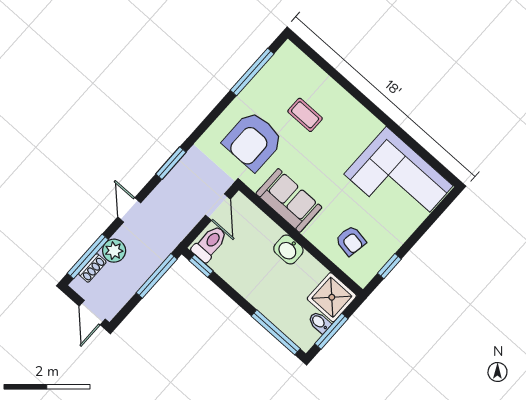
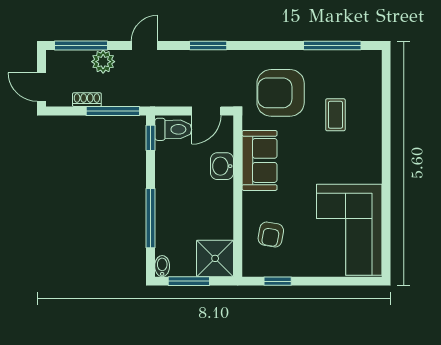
washbasin: (288, 249) -> (222, 166), moved
shoe rack: (92, 268) -> (87, 100), moved, turned 180
door: (92, 313) -> (41, 87), hinge flipped
bidet: (320, 322) -> (162, 266), moved
window: (276, 332) -> (151, 218), moved

